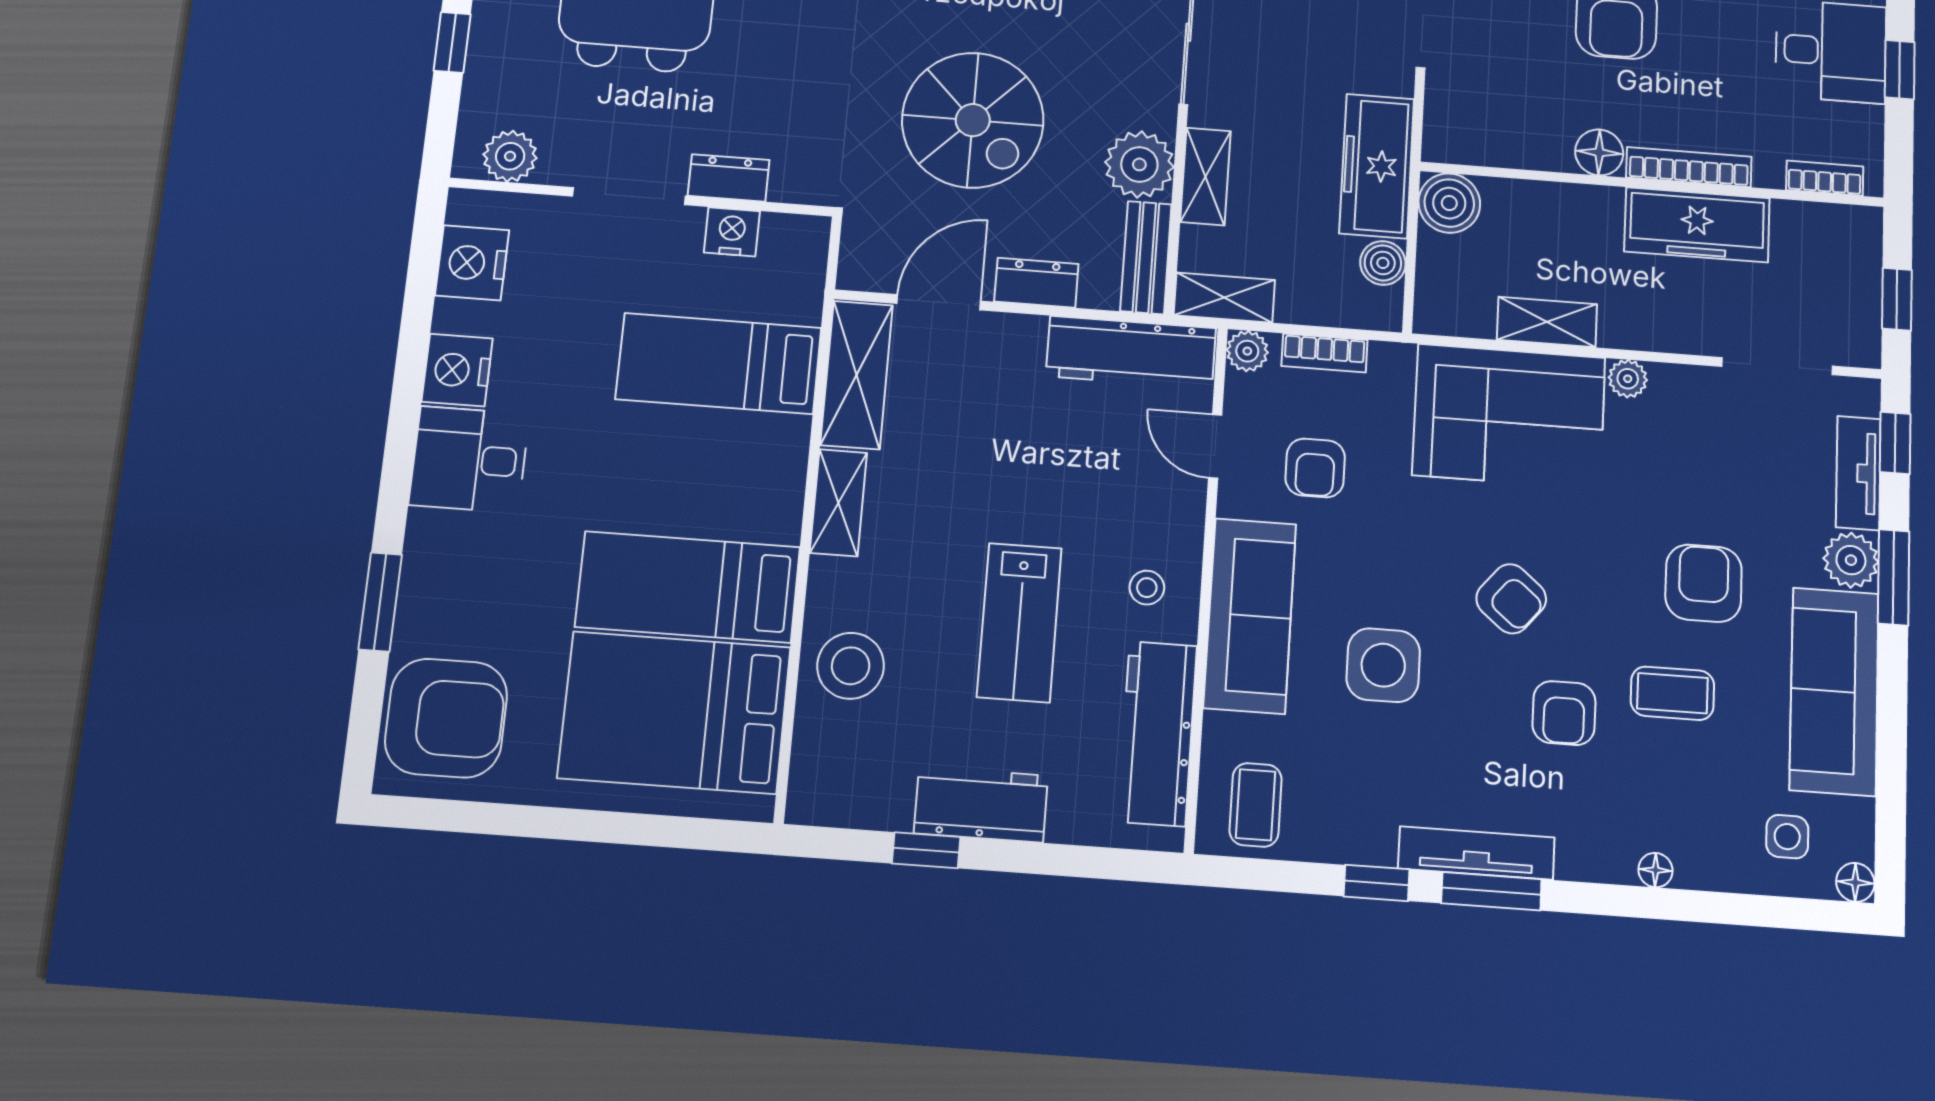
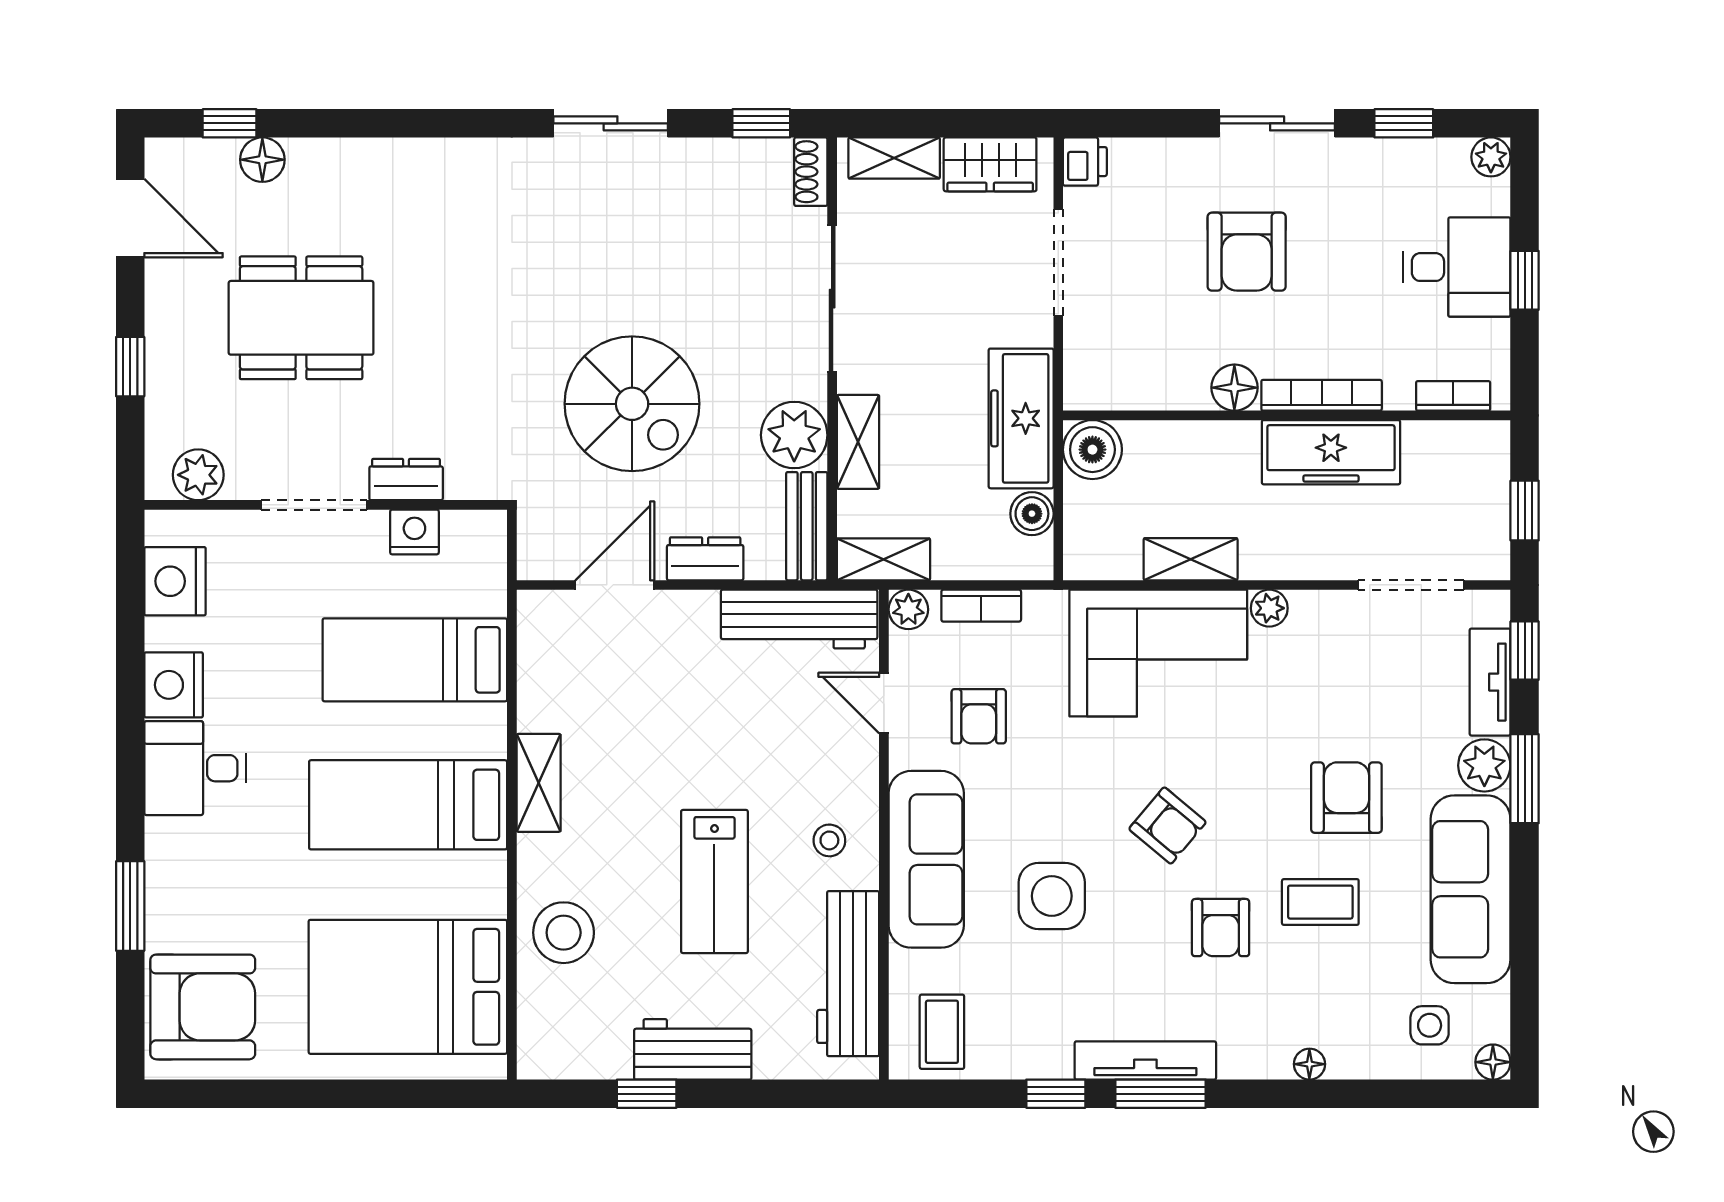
shelving: (857, 375) -> (544, 661), removed
bed: (688, 587) -> (408, 805), moved

